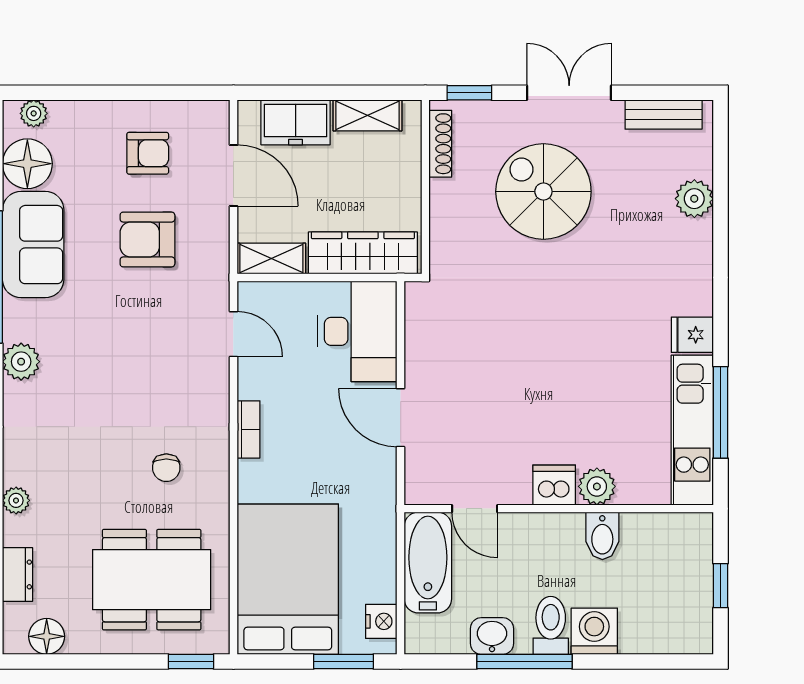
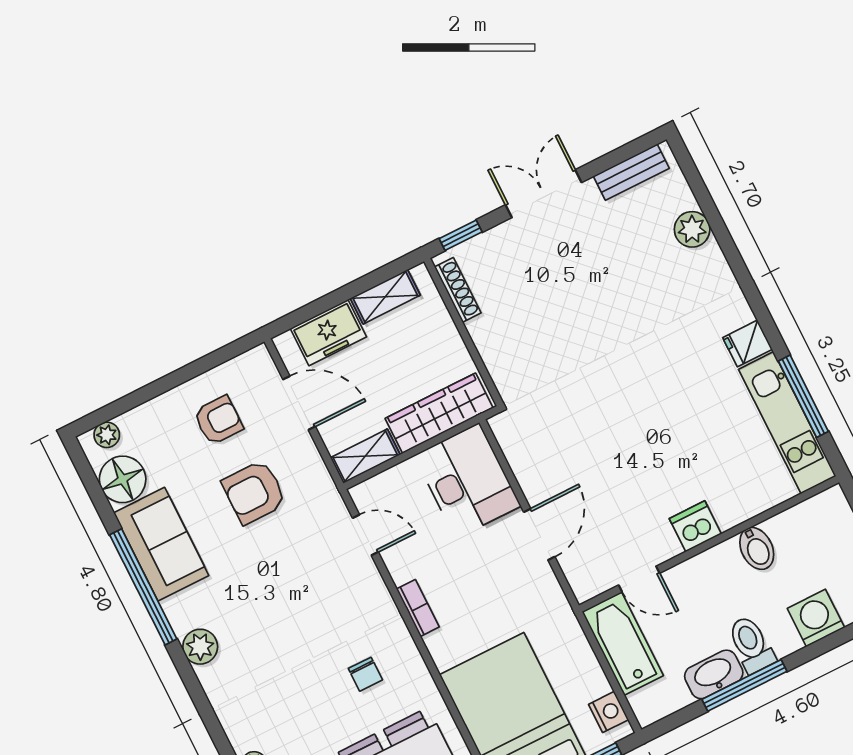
spiral stairs: (543, 192) -> (564, 287), removed
door: (401, 418) -> (539, 534), swing flipped
plant: (597, 486) -> (731, 510), removed
washing machine: (594, 631) -> (816, 618), moved
washbasin: (492, 636) -> (714, 674), width x1.38

